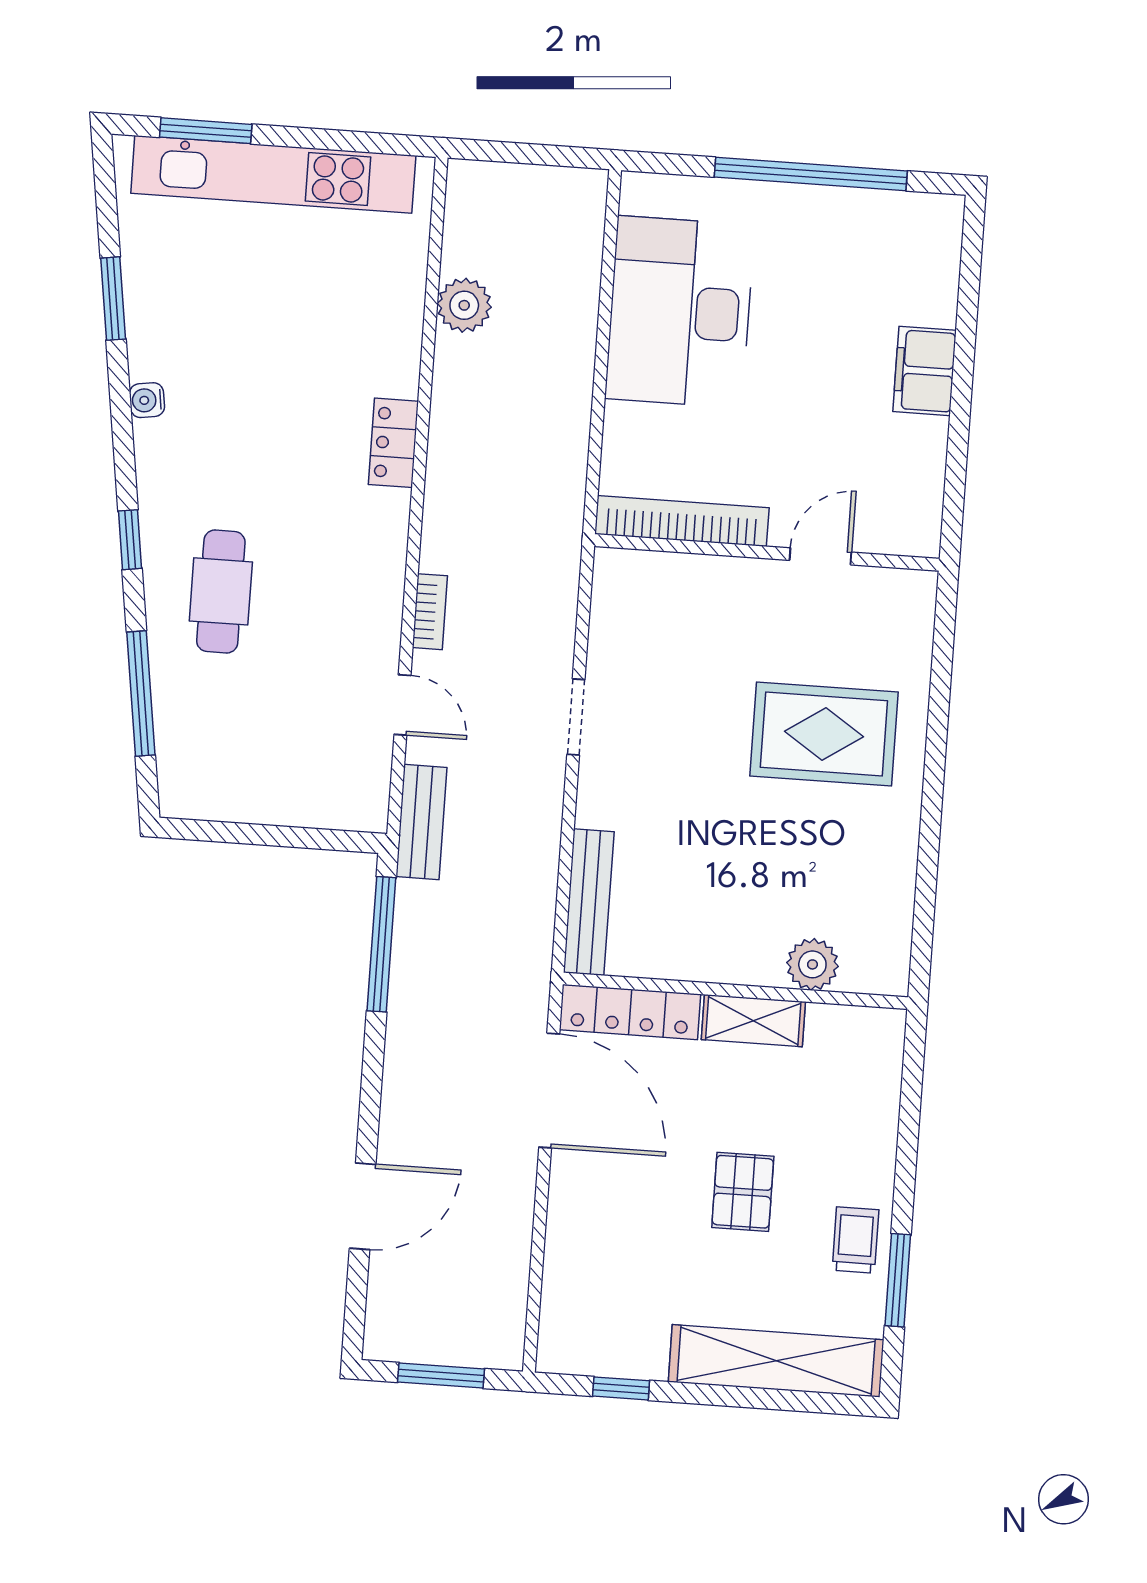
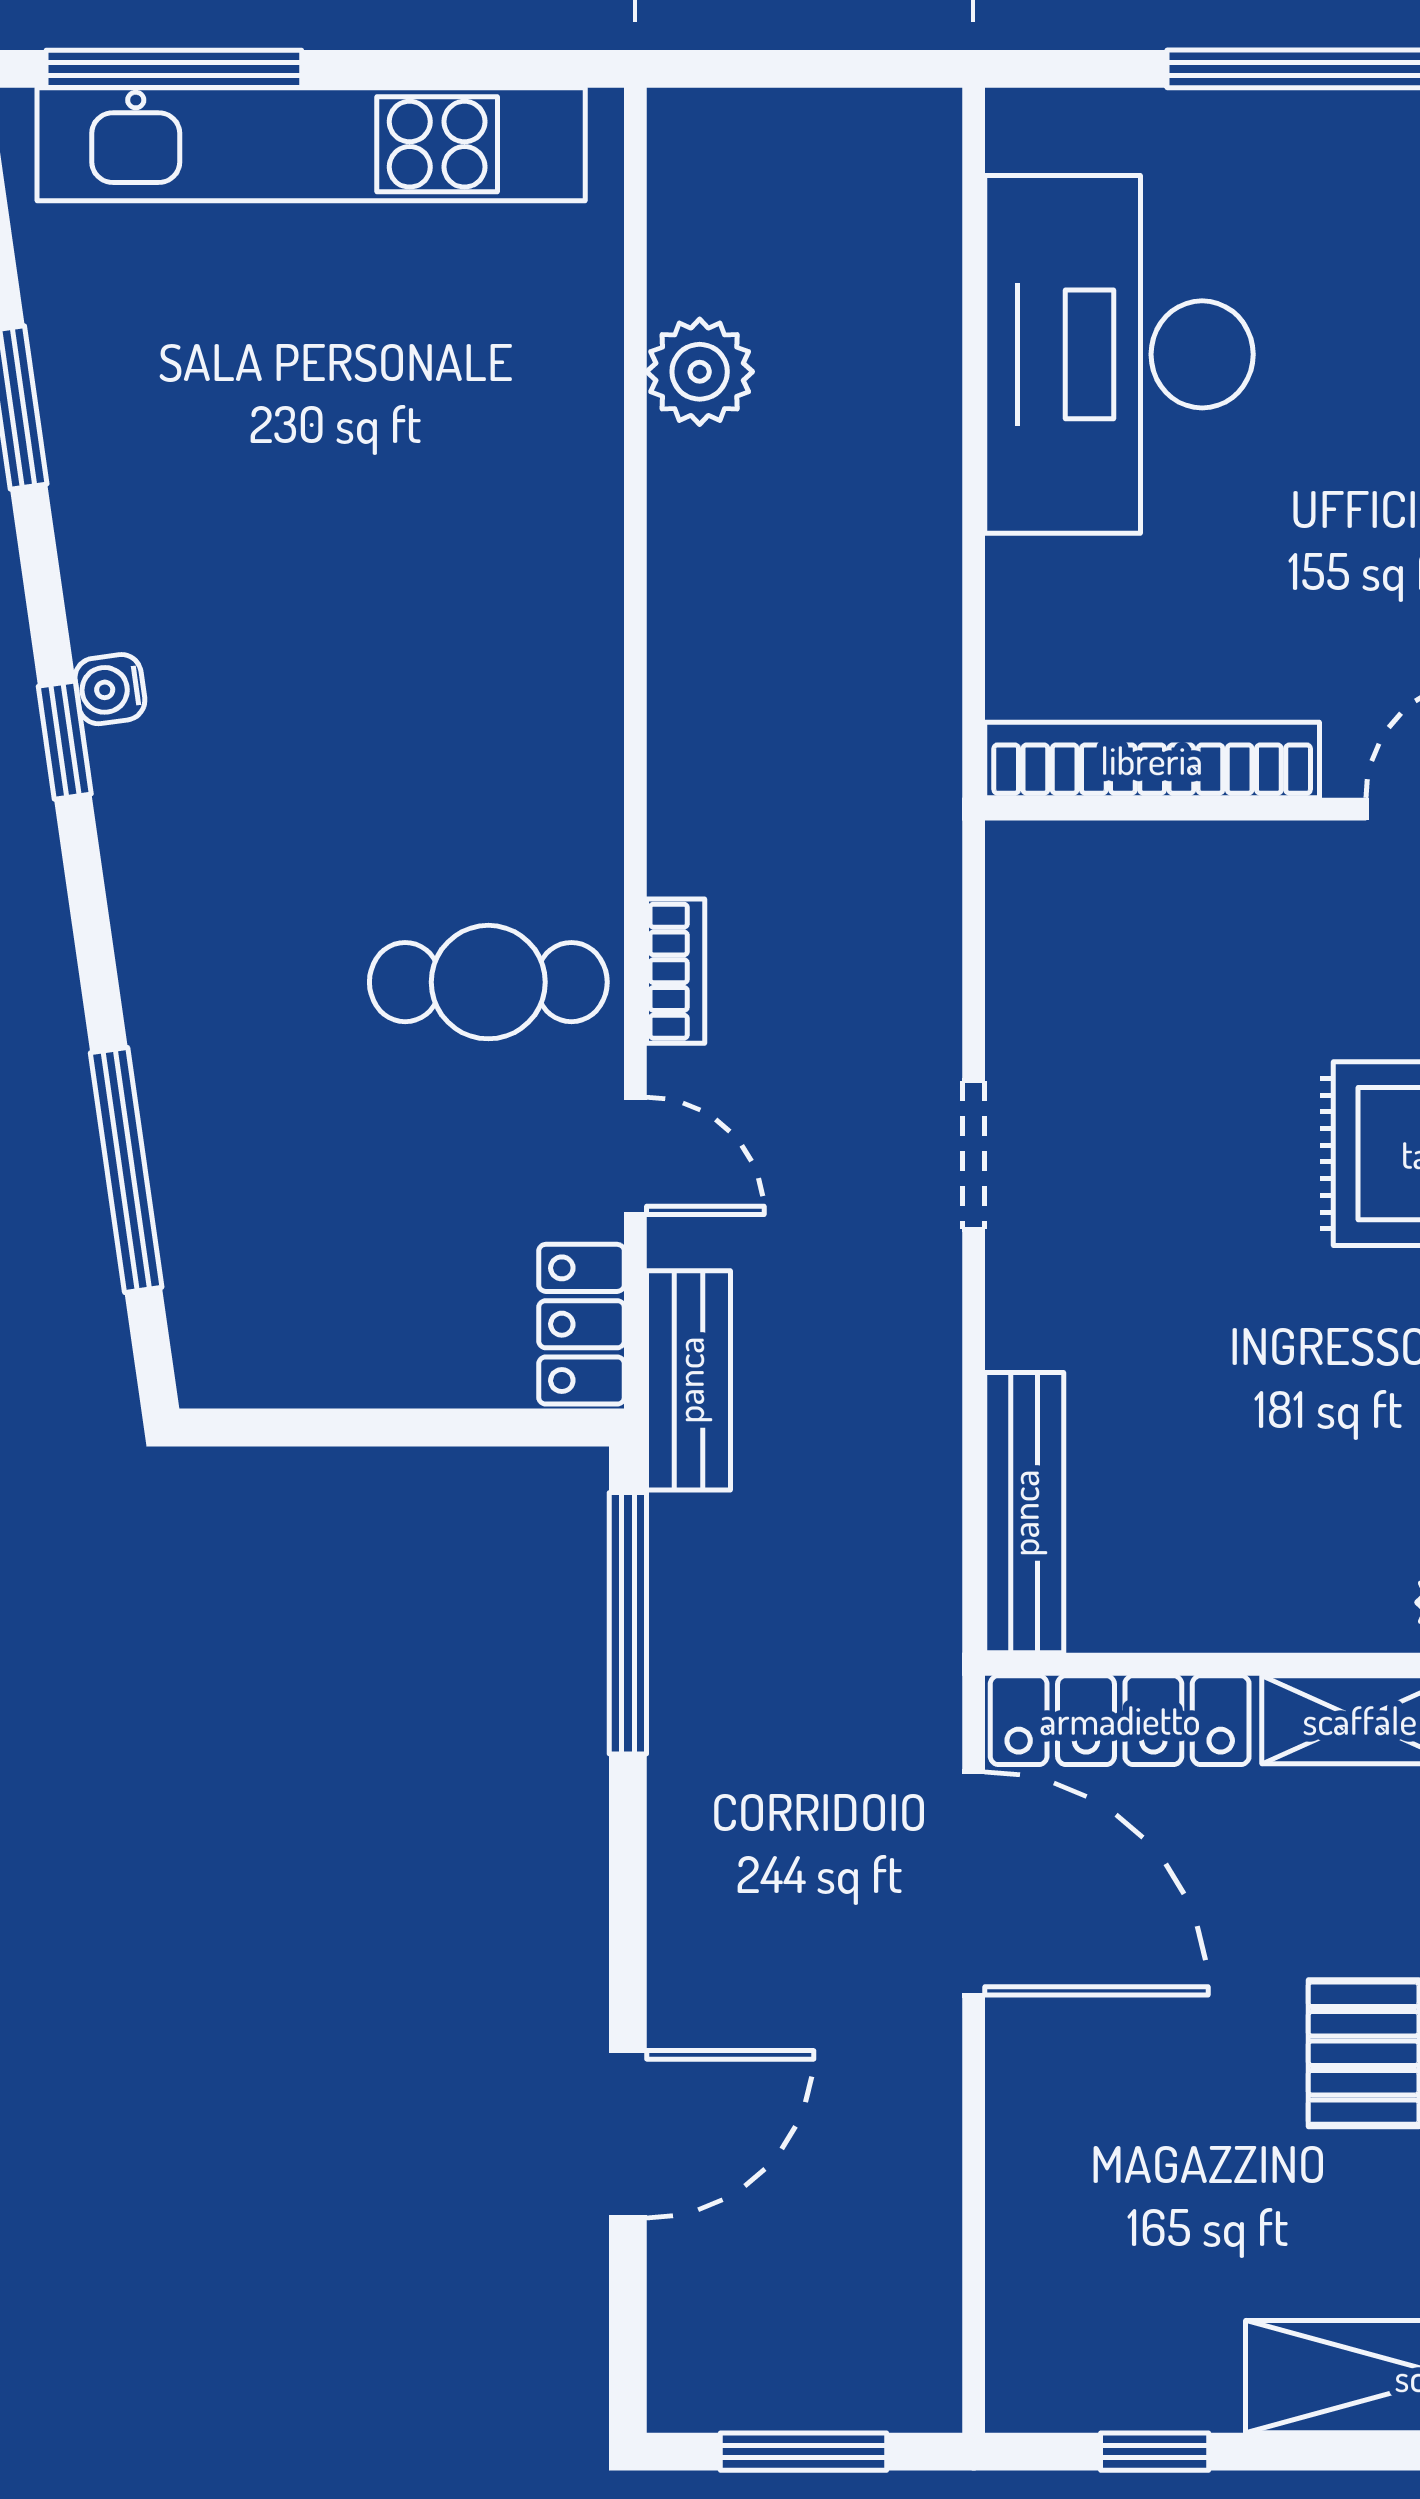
window: (206, 131) -> (174, 69), width x1.44
water cooler: (147, 400) -> (110, 689), moved
locker: (393, 443) -> (581, 1324), moved
window: (130, 540) -> (65, 740), moved
cafe table: (221, 591) -> (488, 982), moved, turned 90

